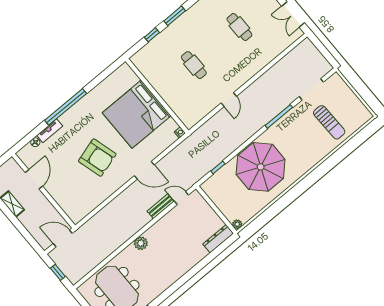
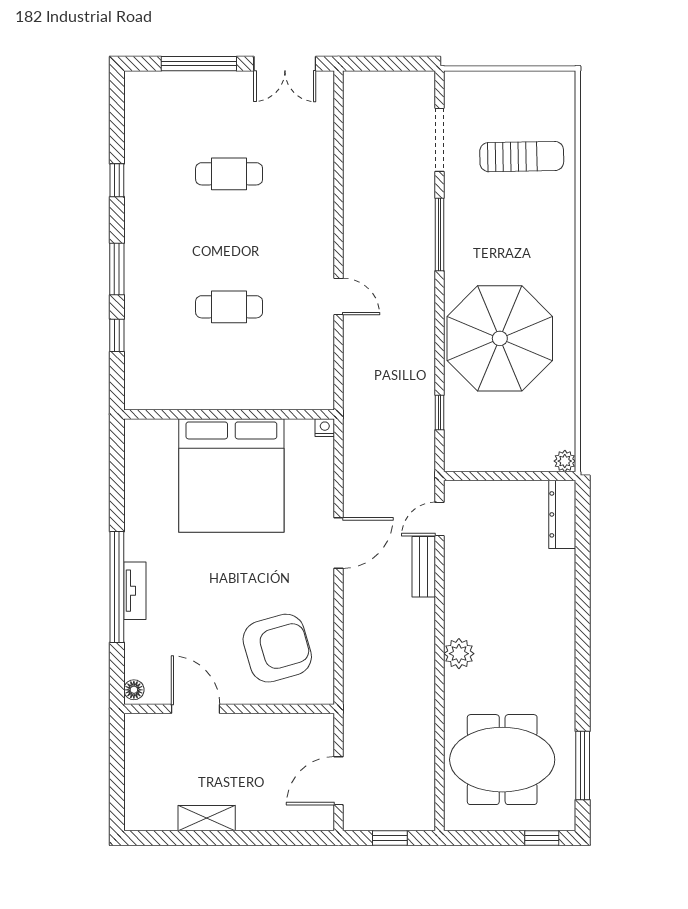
tv unit: (50, 131) -> (135, 591), moved
armchair: (97, 158) -> (277, 648), moved
door: (34, 179) -> (196, 709), moved
wall: (44, 191) -> (229, 709), moved

